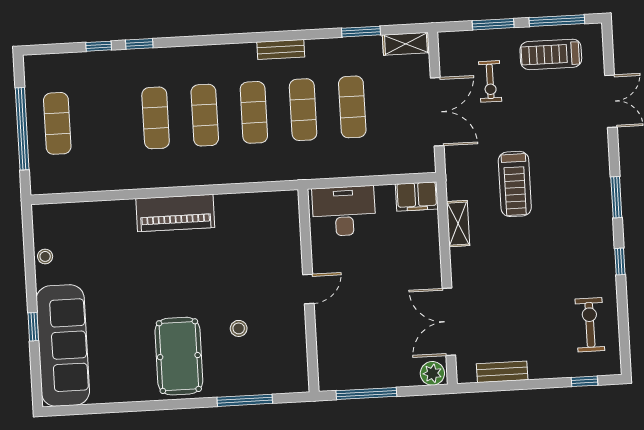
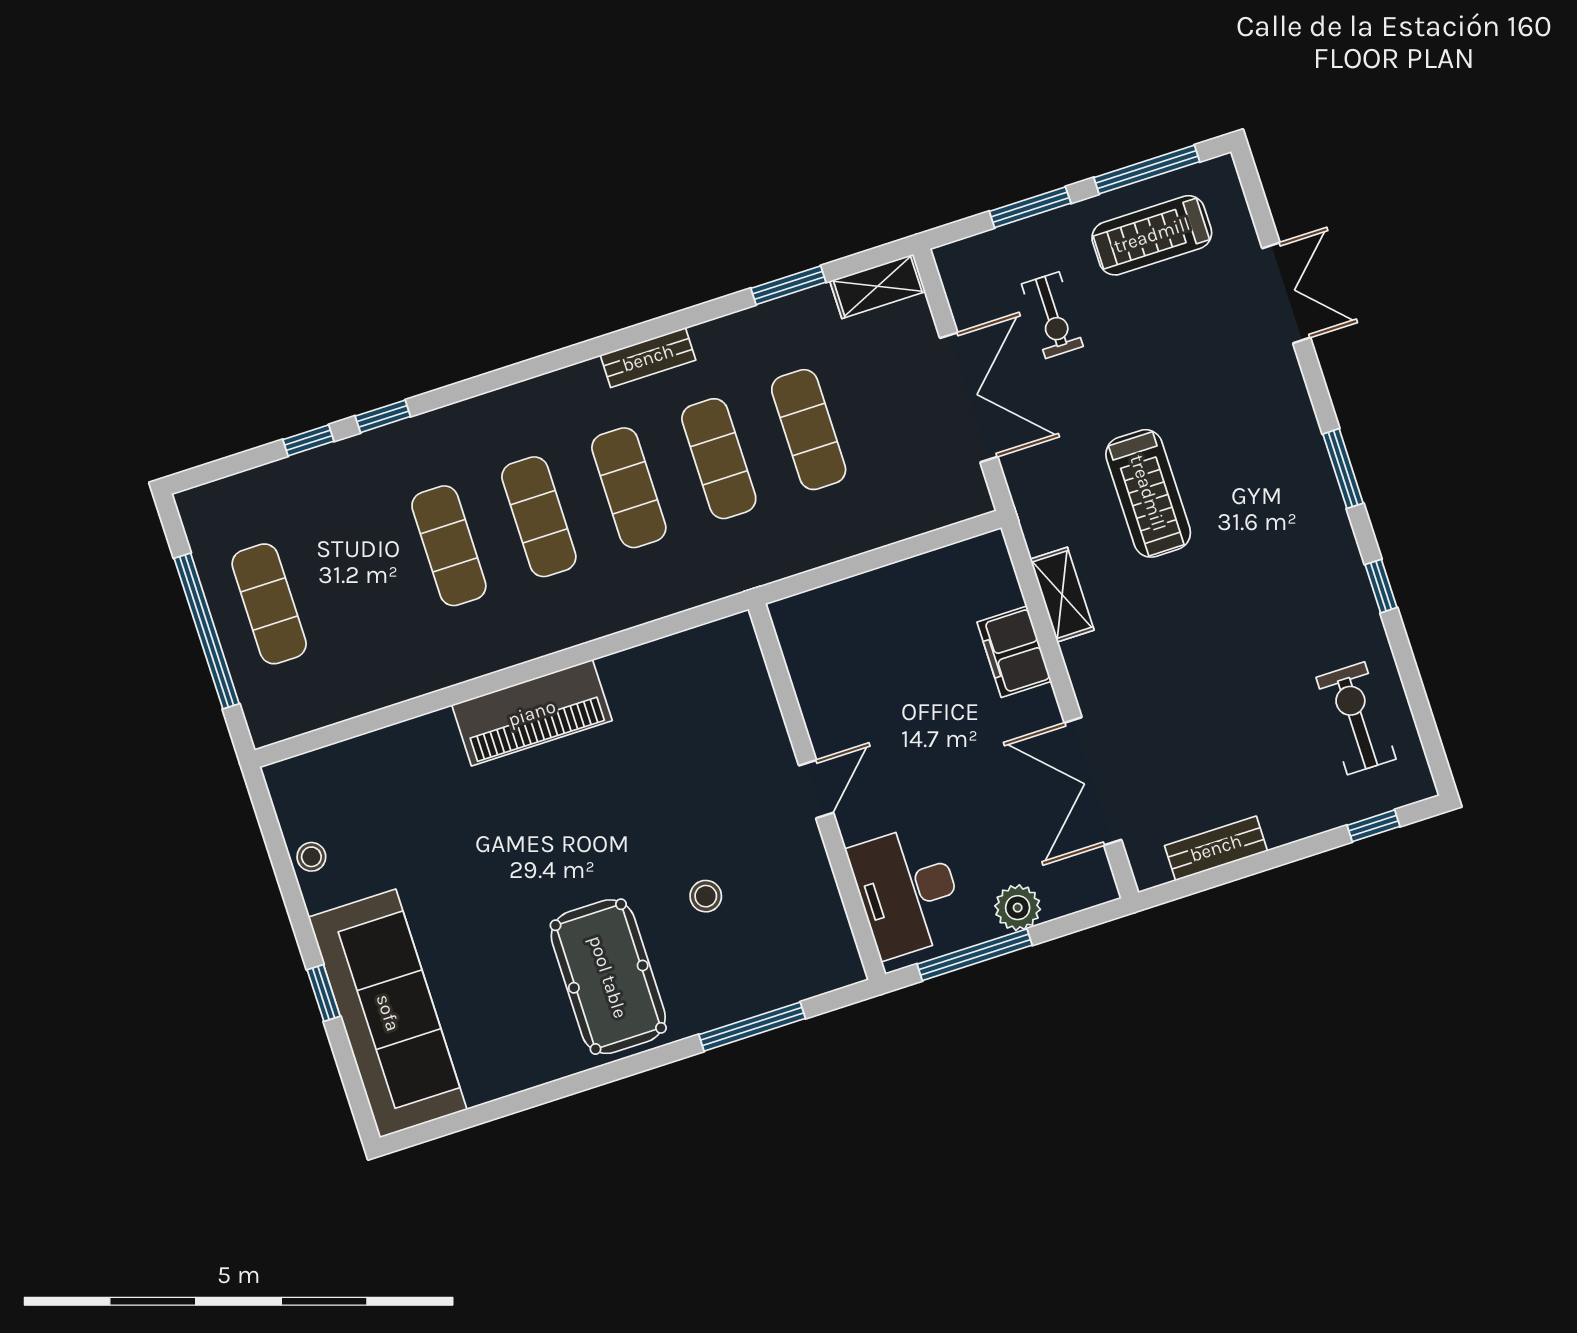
filing cabinet: (417, 197) -> (1014, 652), moved, turned 90
desk: (344, 211) -> (907, 891), moved, turned -90
plant: (432, 373) -> (1018, 908), moved

